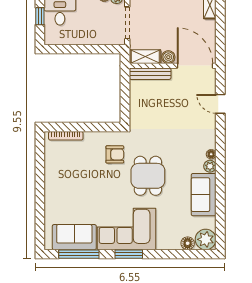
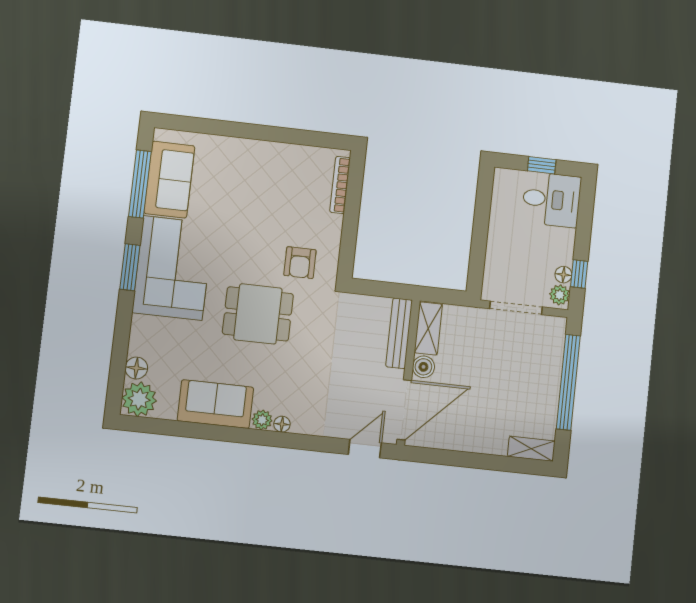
shelving: (145, 57) -> (428, 328), moved
boiler: (168, 57) -> (423, 367), moved
wall: (173, 66) -> (408, 372), moved
door: (195, 66) -> (404, 410), moved
bench: (150, 74) -> (399, 333), moved

